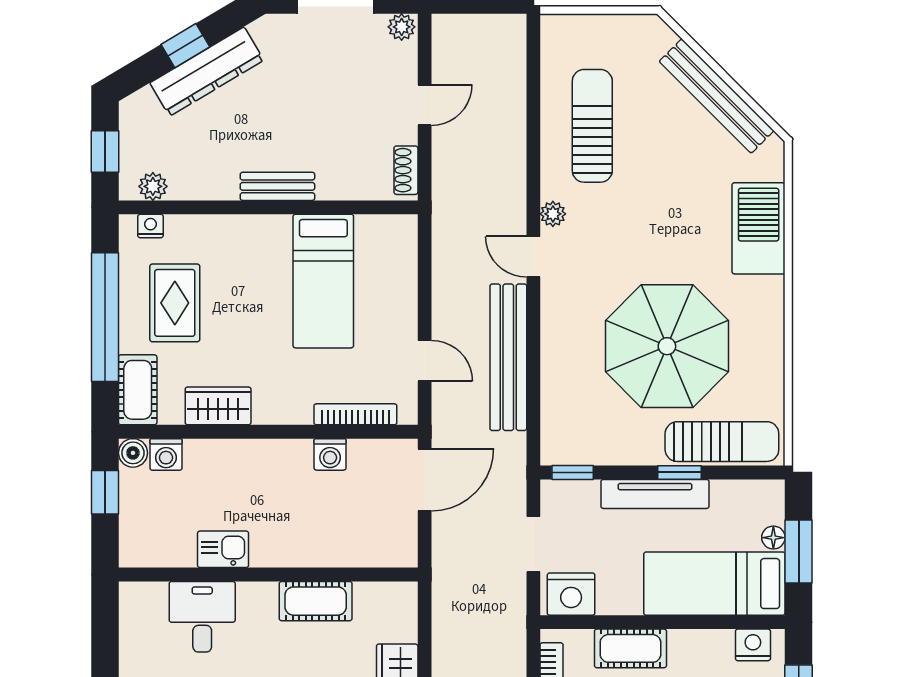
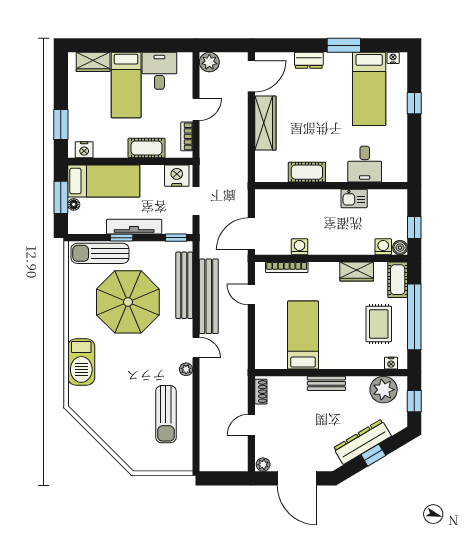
bench: (717, 96) -> (184, 285), moved, turned 45
plant: (153, 186) -> (384, 390), width x1.87, depth x1.87

